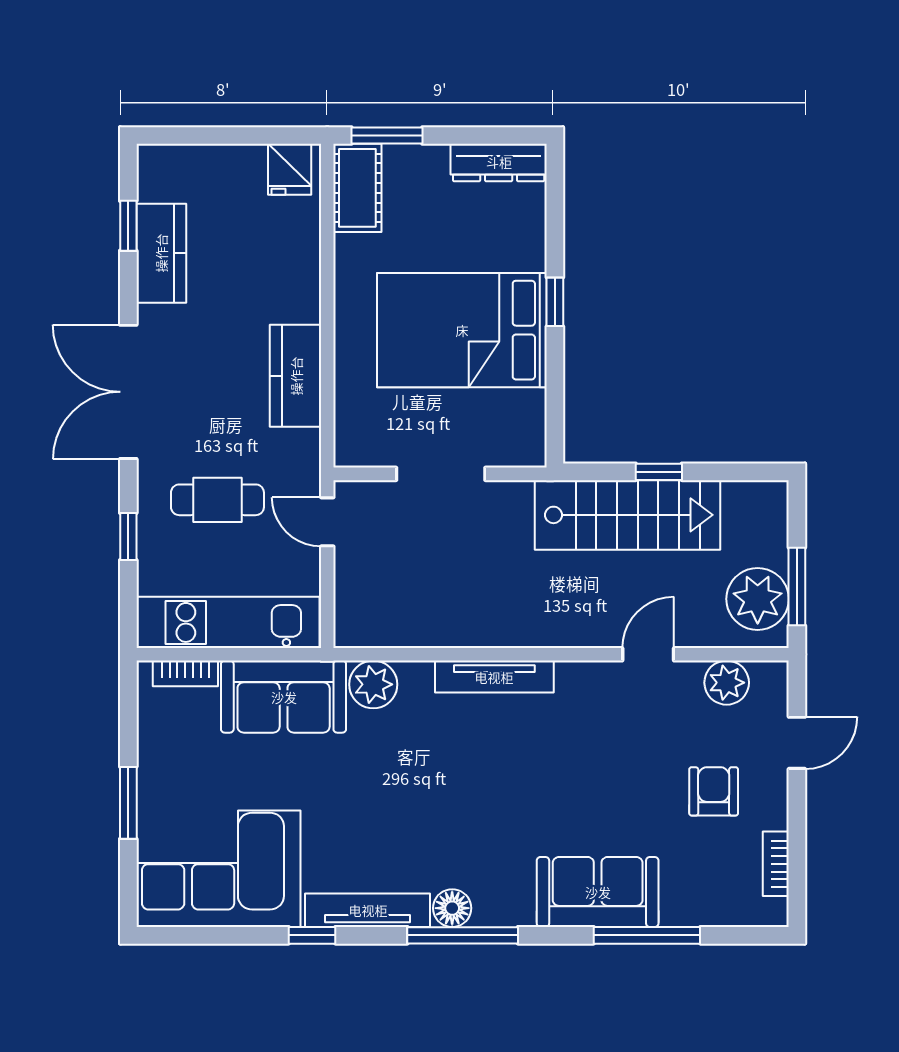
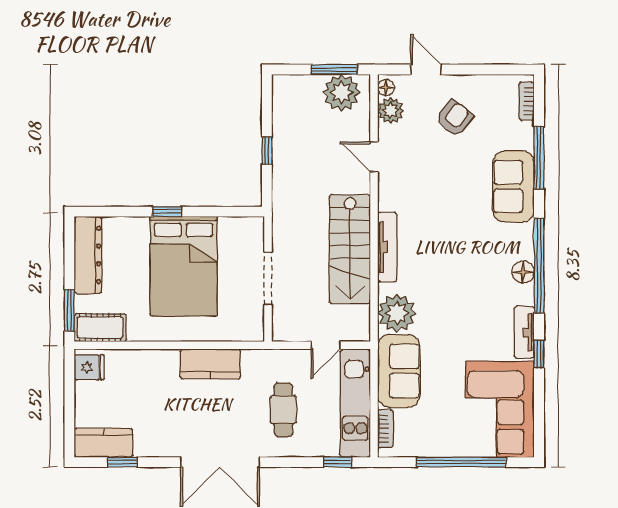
dresser: (499, 162) -> (88, 255), width x1.37, depth x1.24
kitchen counter: (161, 253) -> (103, 443), moved
stairs: (628, 515) -> (350, 249), moved, turned 180
door: (327, 522) -> (326, 345), moved
window: (128, 537) -> (338, 462), moved
floor lamp: (766, 675) -> (386, 88), added
plant: (373, 684) -> (397, 313), width x1.36, depth x1.36
armchair: (714, 791) -> (454, 118), turned 128
window: (128, 803) -> (461, 462), width x2.11
bookcase: (776, 864) -> (527, 101), moved, turned 90
tv unit: (368, 910) -> (524, 332), width x0.71
window: (463, 935) -> (539, 266), width x1.46

